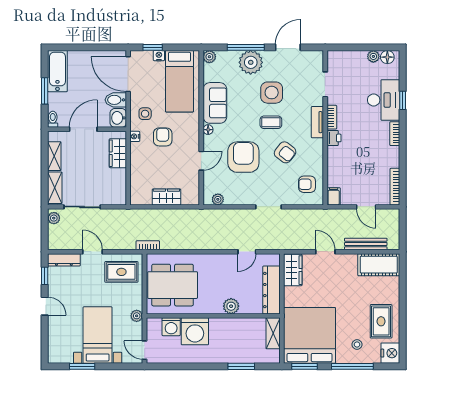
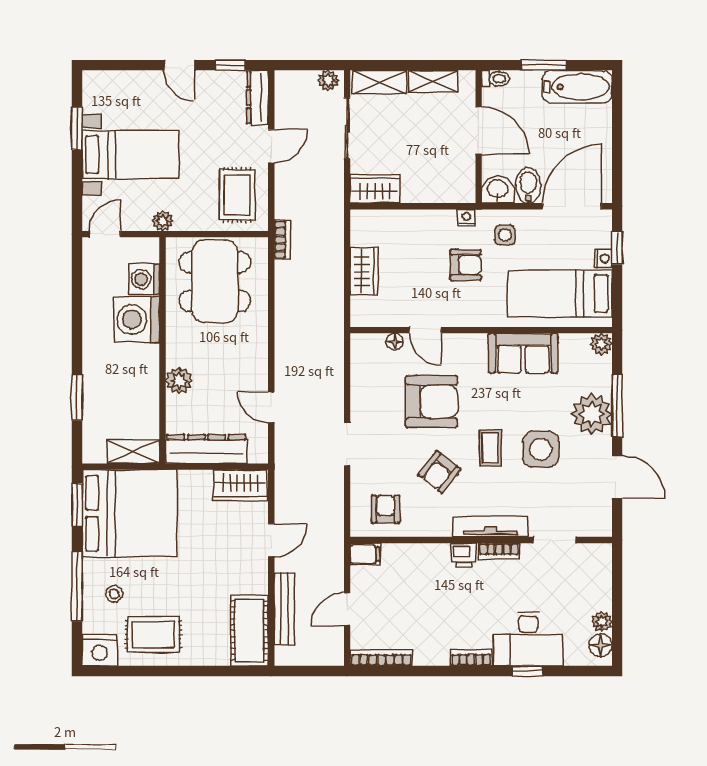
tv unit: (317, 122) -> (491, 527), width x1.41
floor lamp: (208, 130) -> (395, 342), moved
wardrobe: (118, 153) -> (375, 189), moved
plant: (218, 199) -> (360, 358), removed
door: (45, 306) -> (179, 65), hinge flipped

